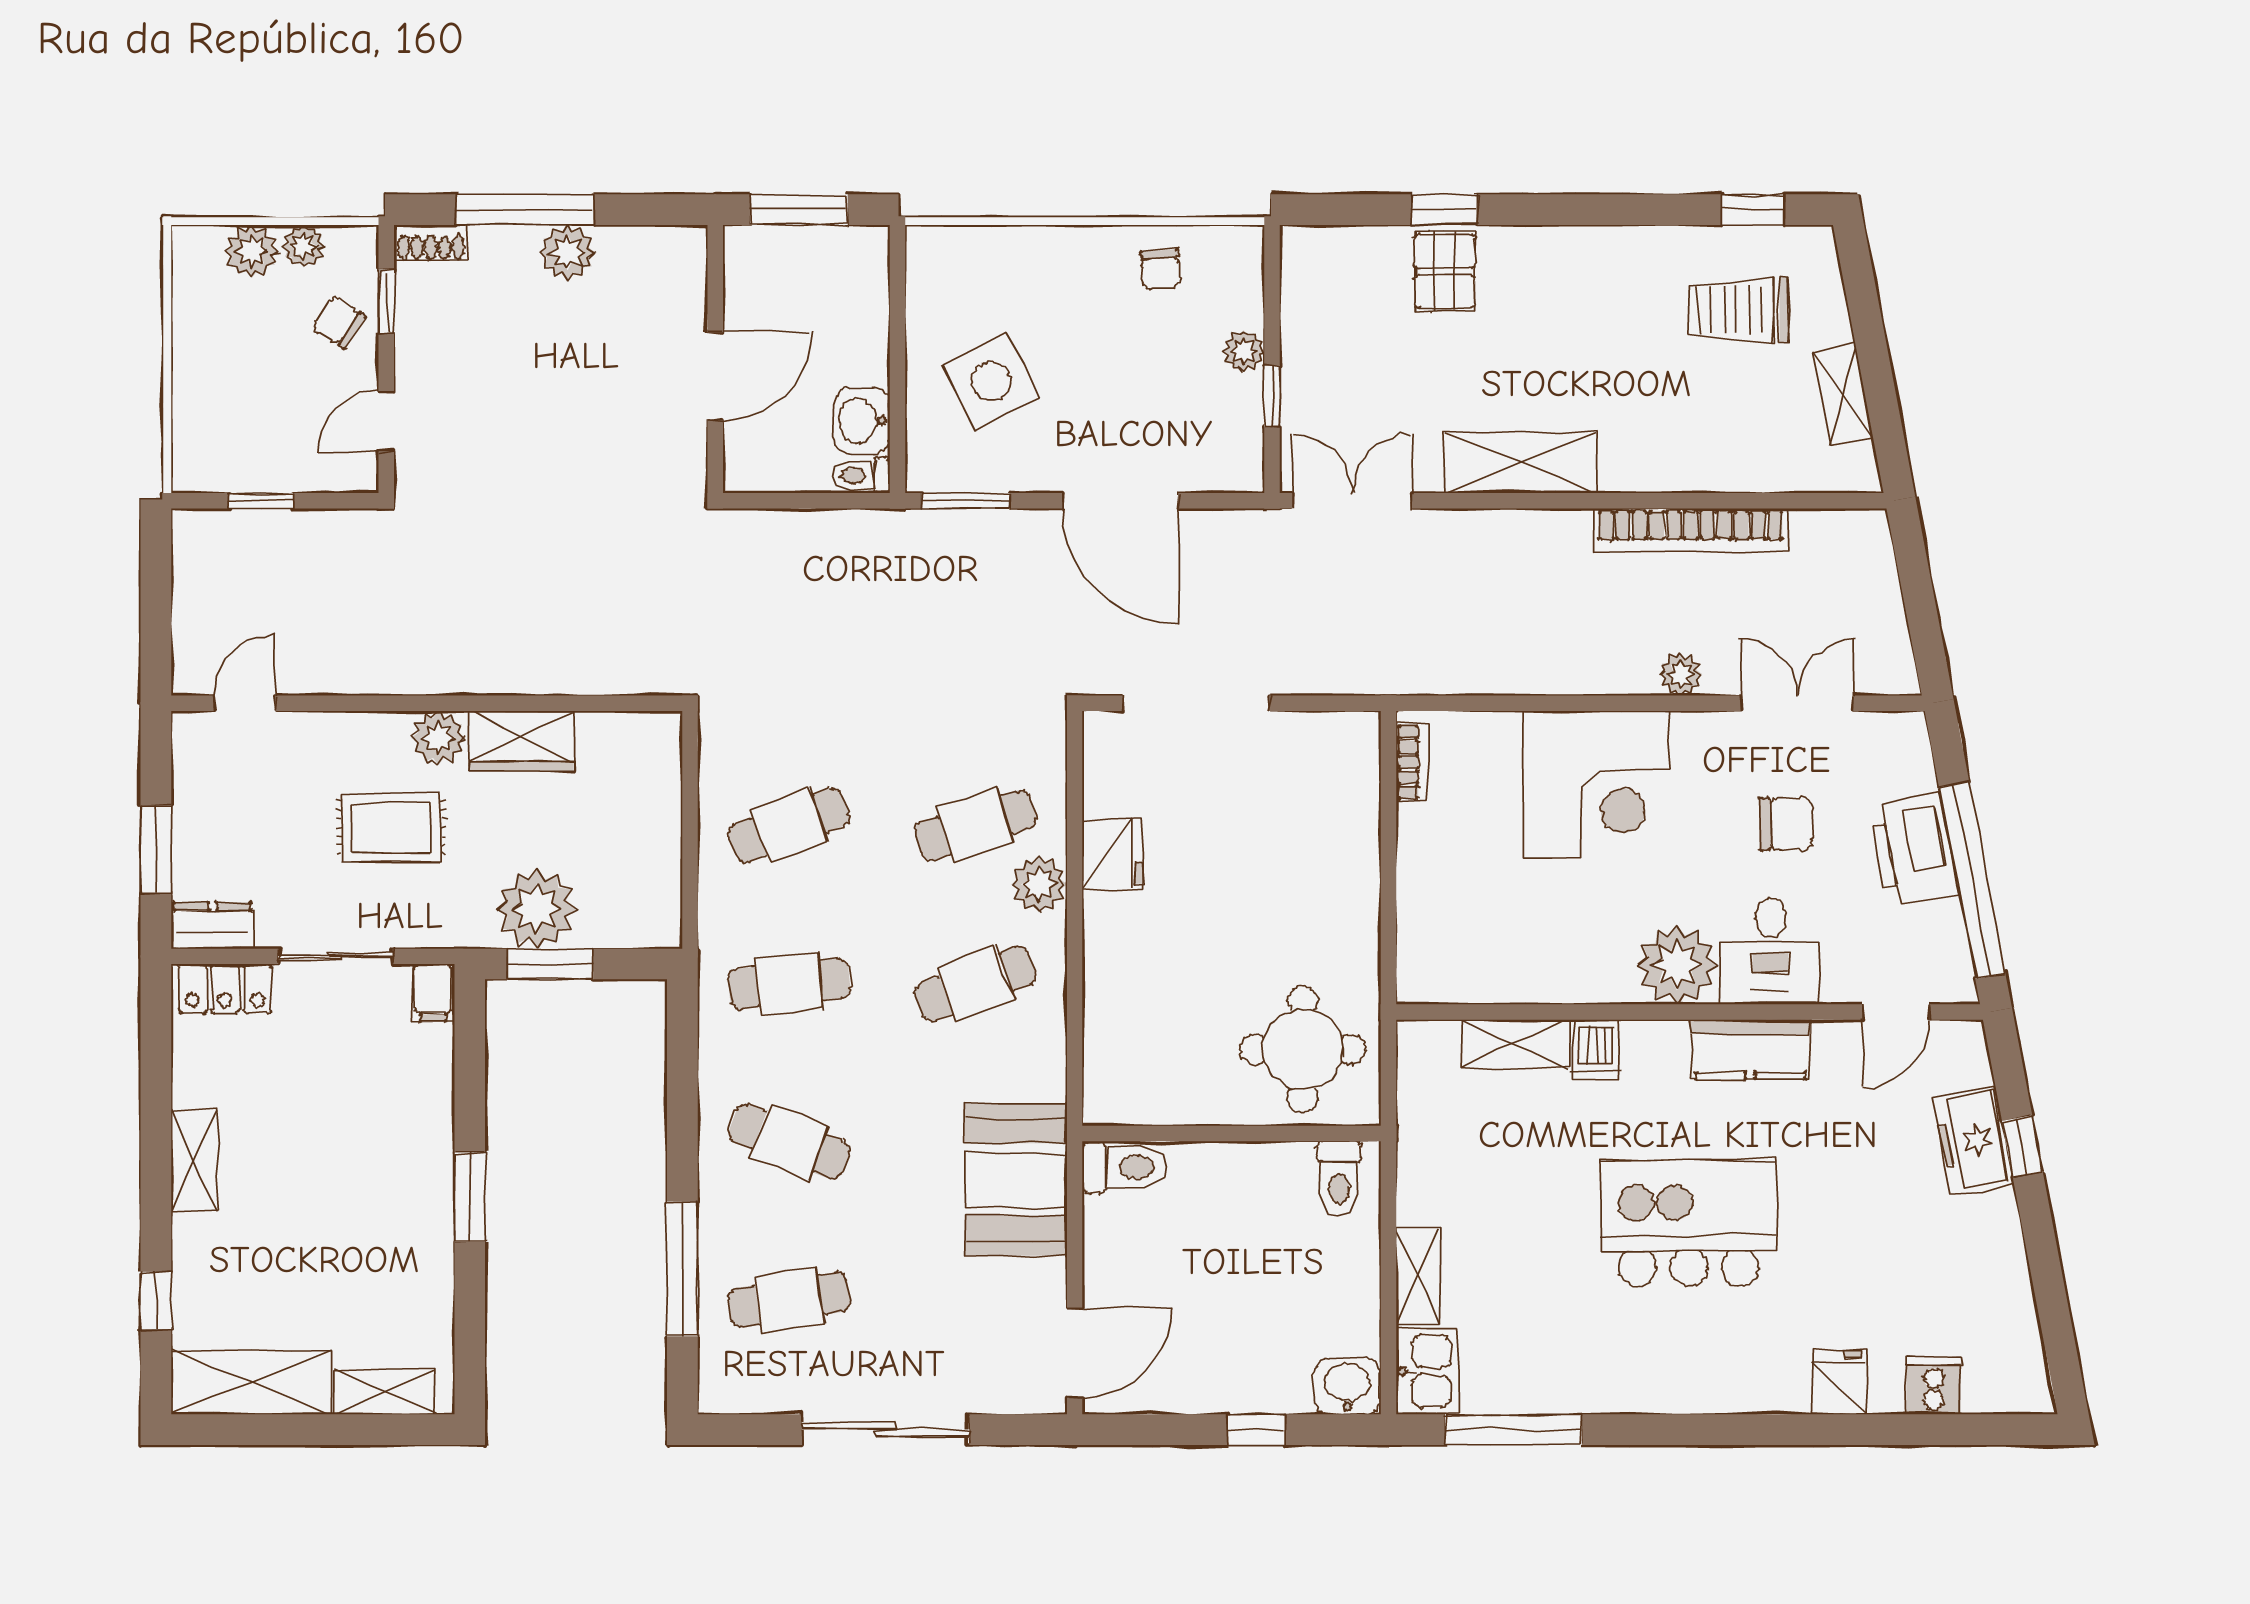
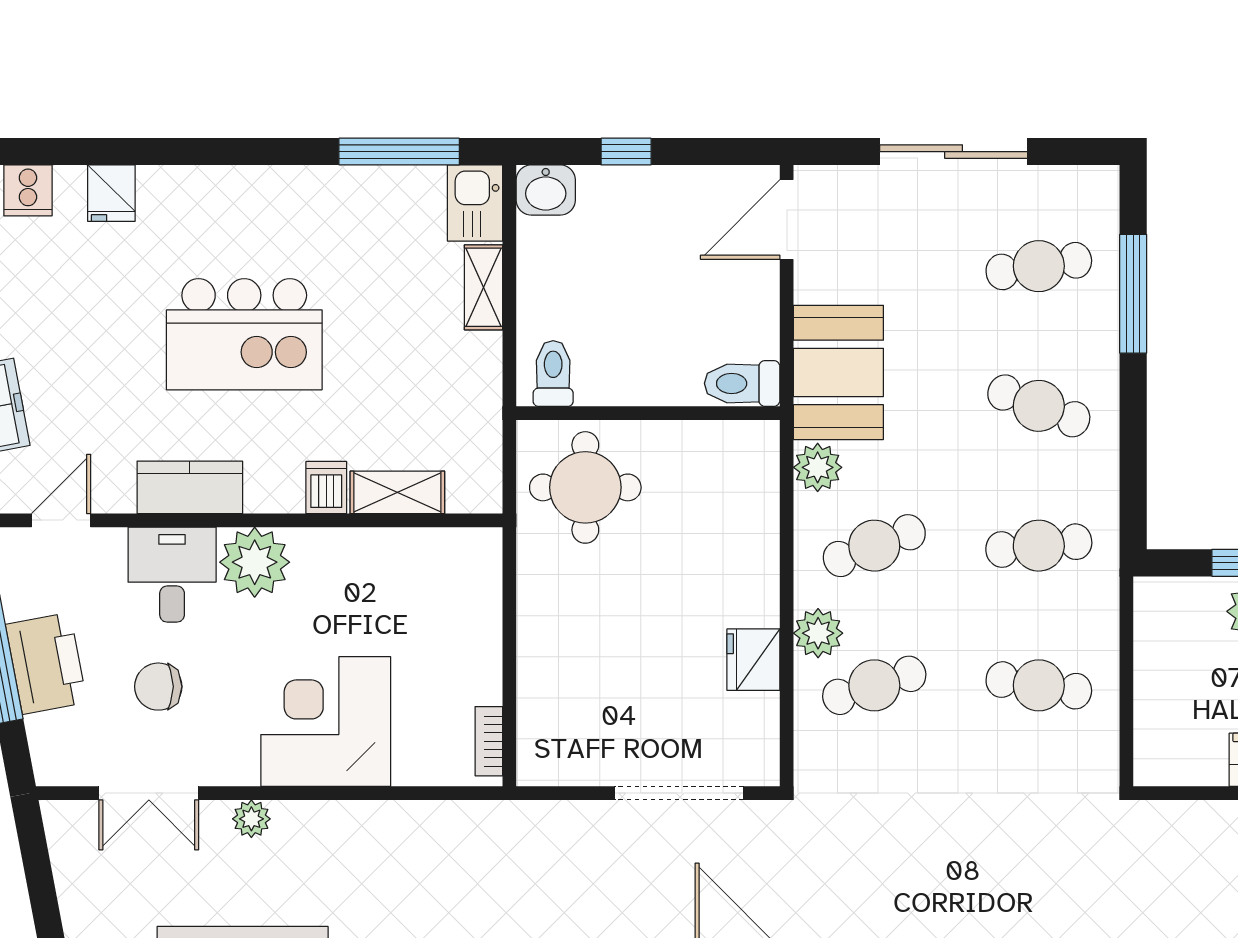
cafe table: (789, 825) -> (1039, 685), turned 30
plant: (1040, 1072) -> (818, 467), added

